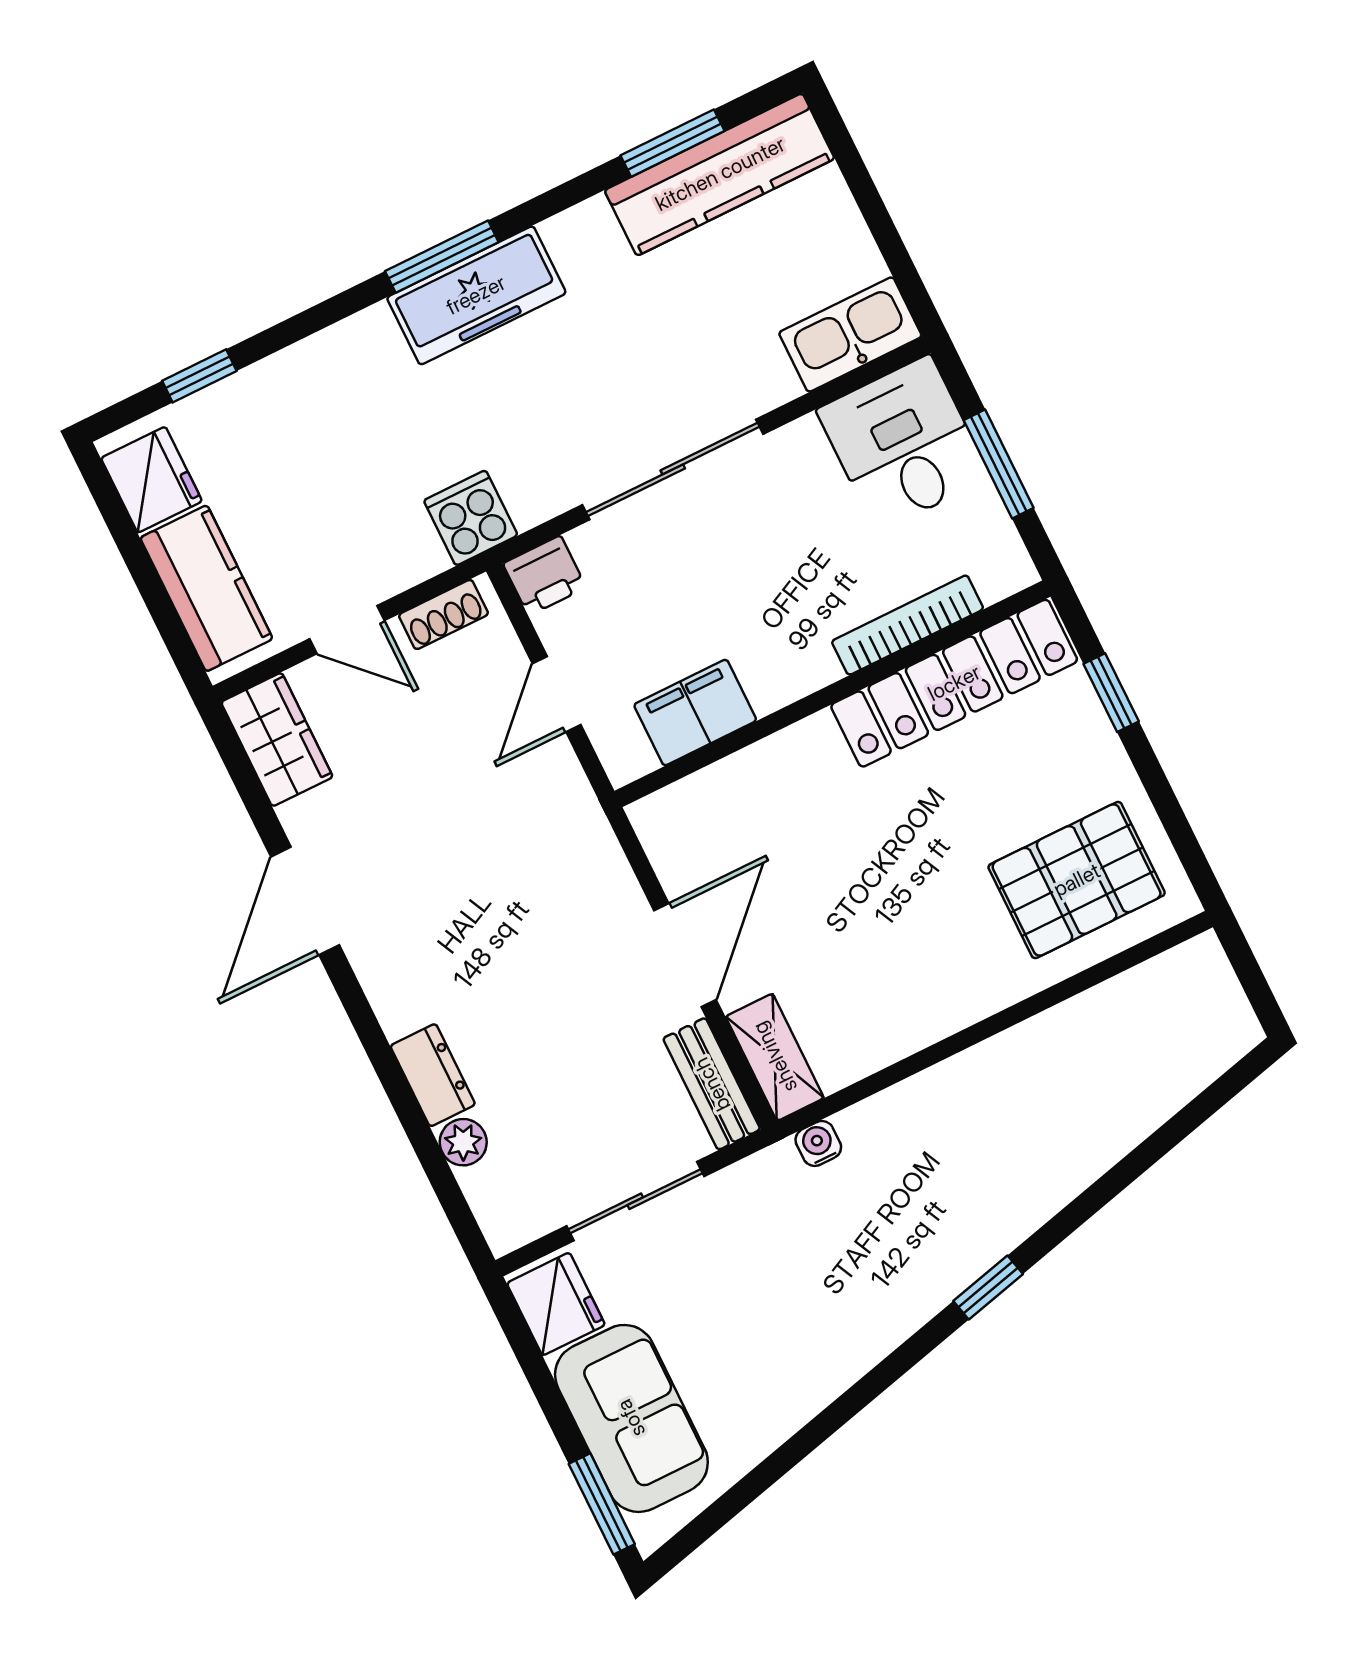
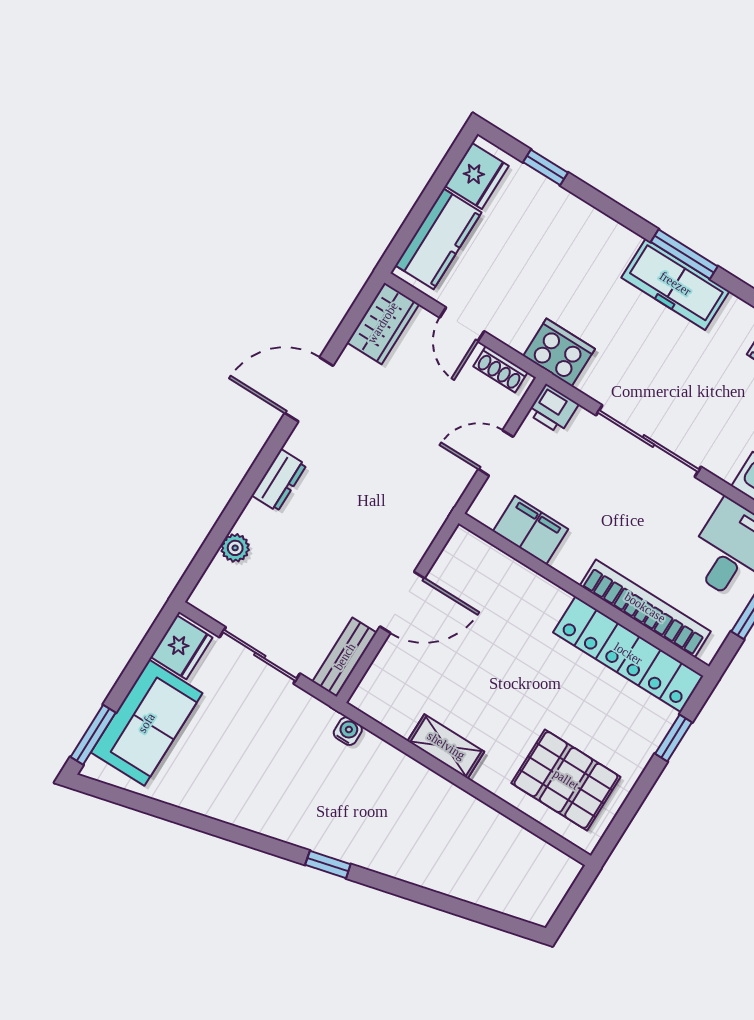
cooker: (471, 518) -> (559, 352), width x1.36
bookcase: (908, 625) -> (645, 608), width x1.48, depth x1.31
shelving: (775, 1057) -> (446, 746), moved, turned 90
dresser: (433, 1075) -> (279, 480), moved

